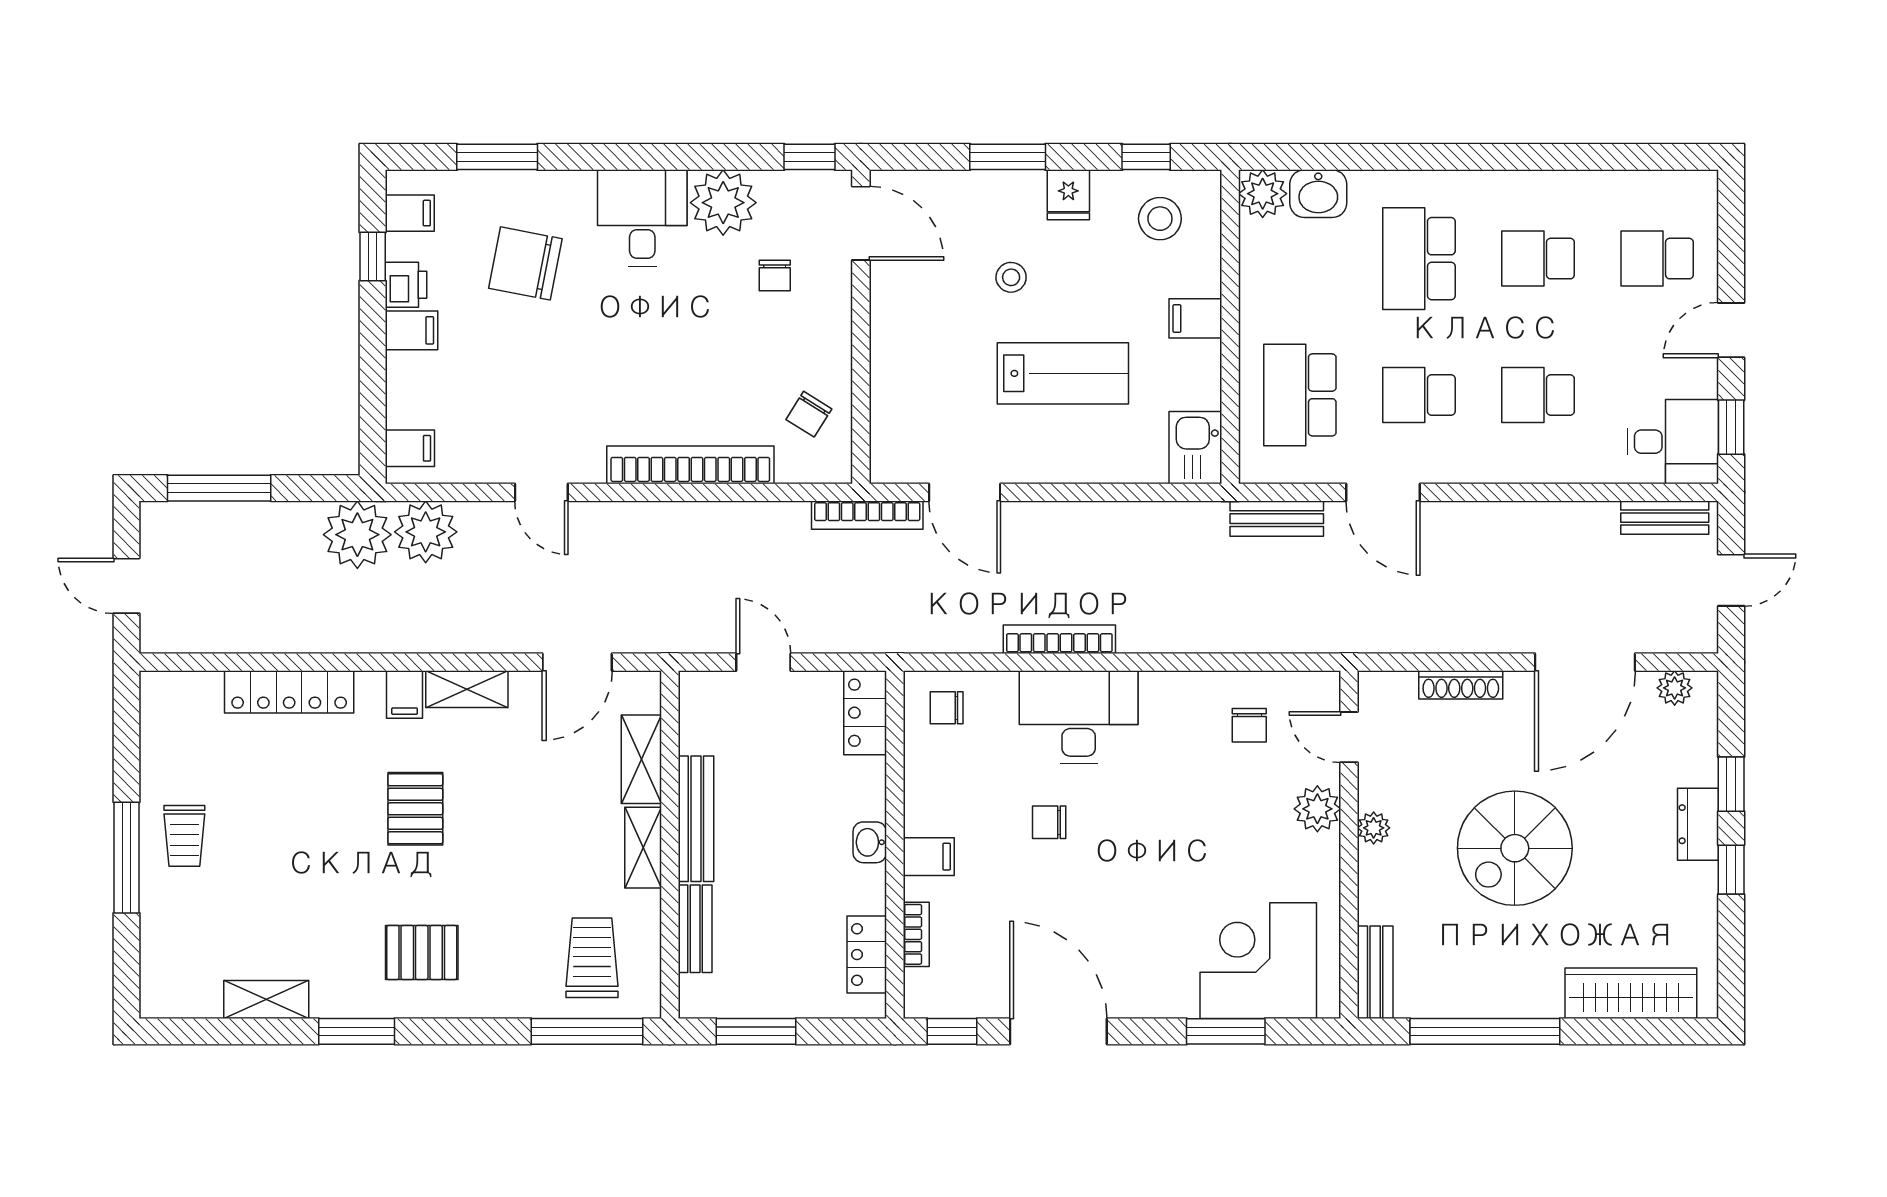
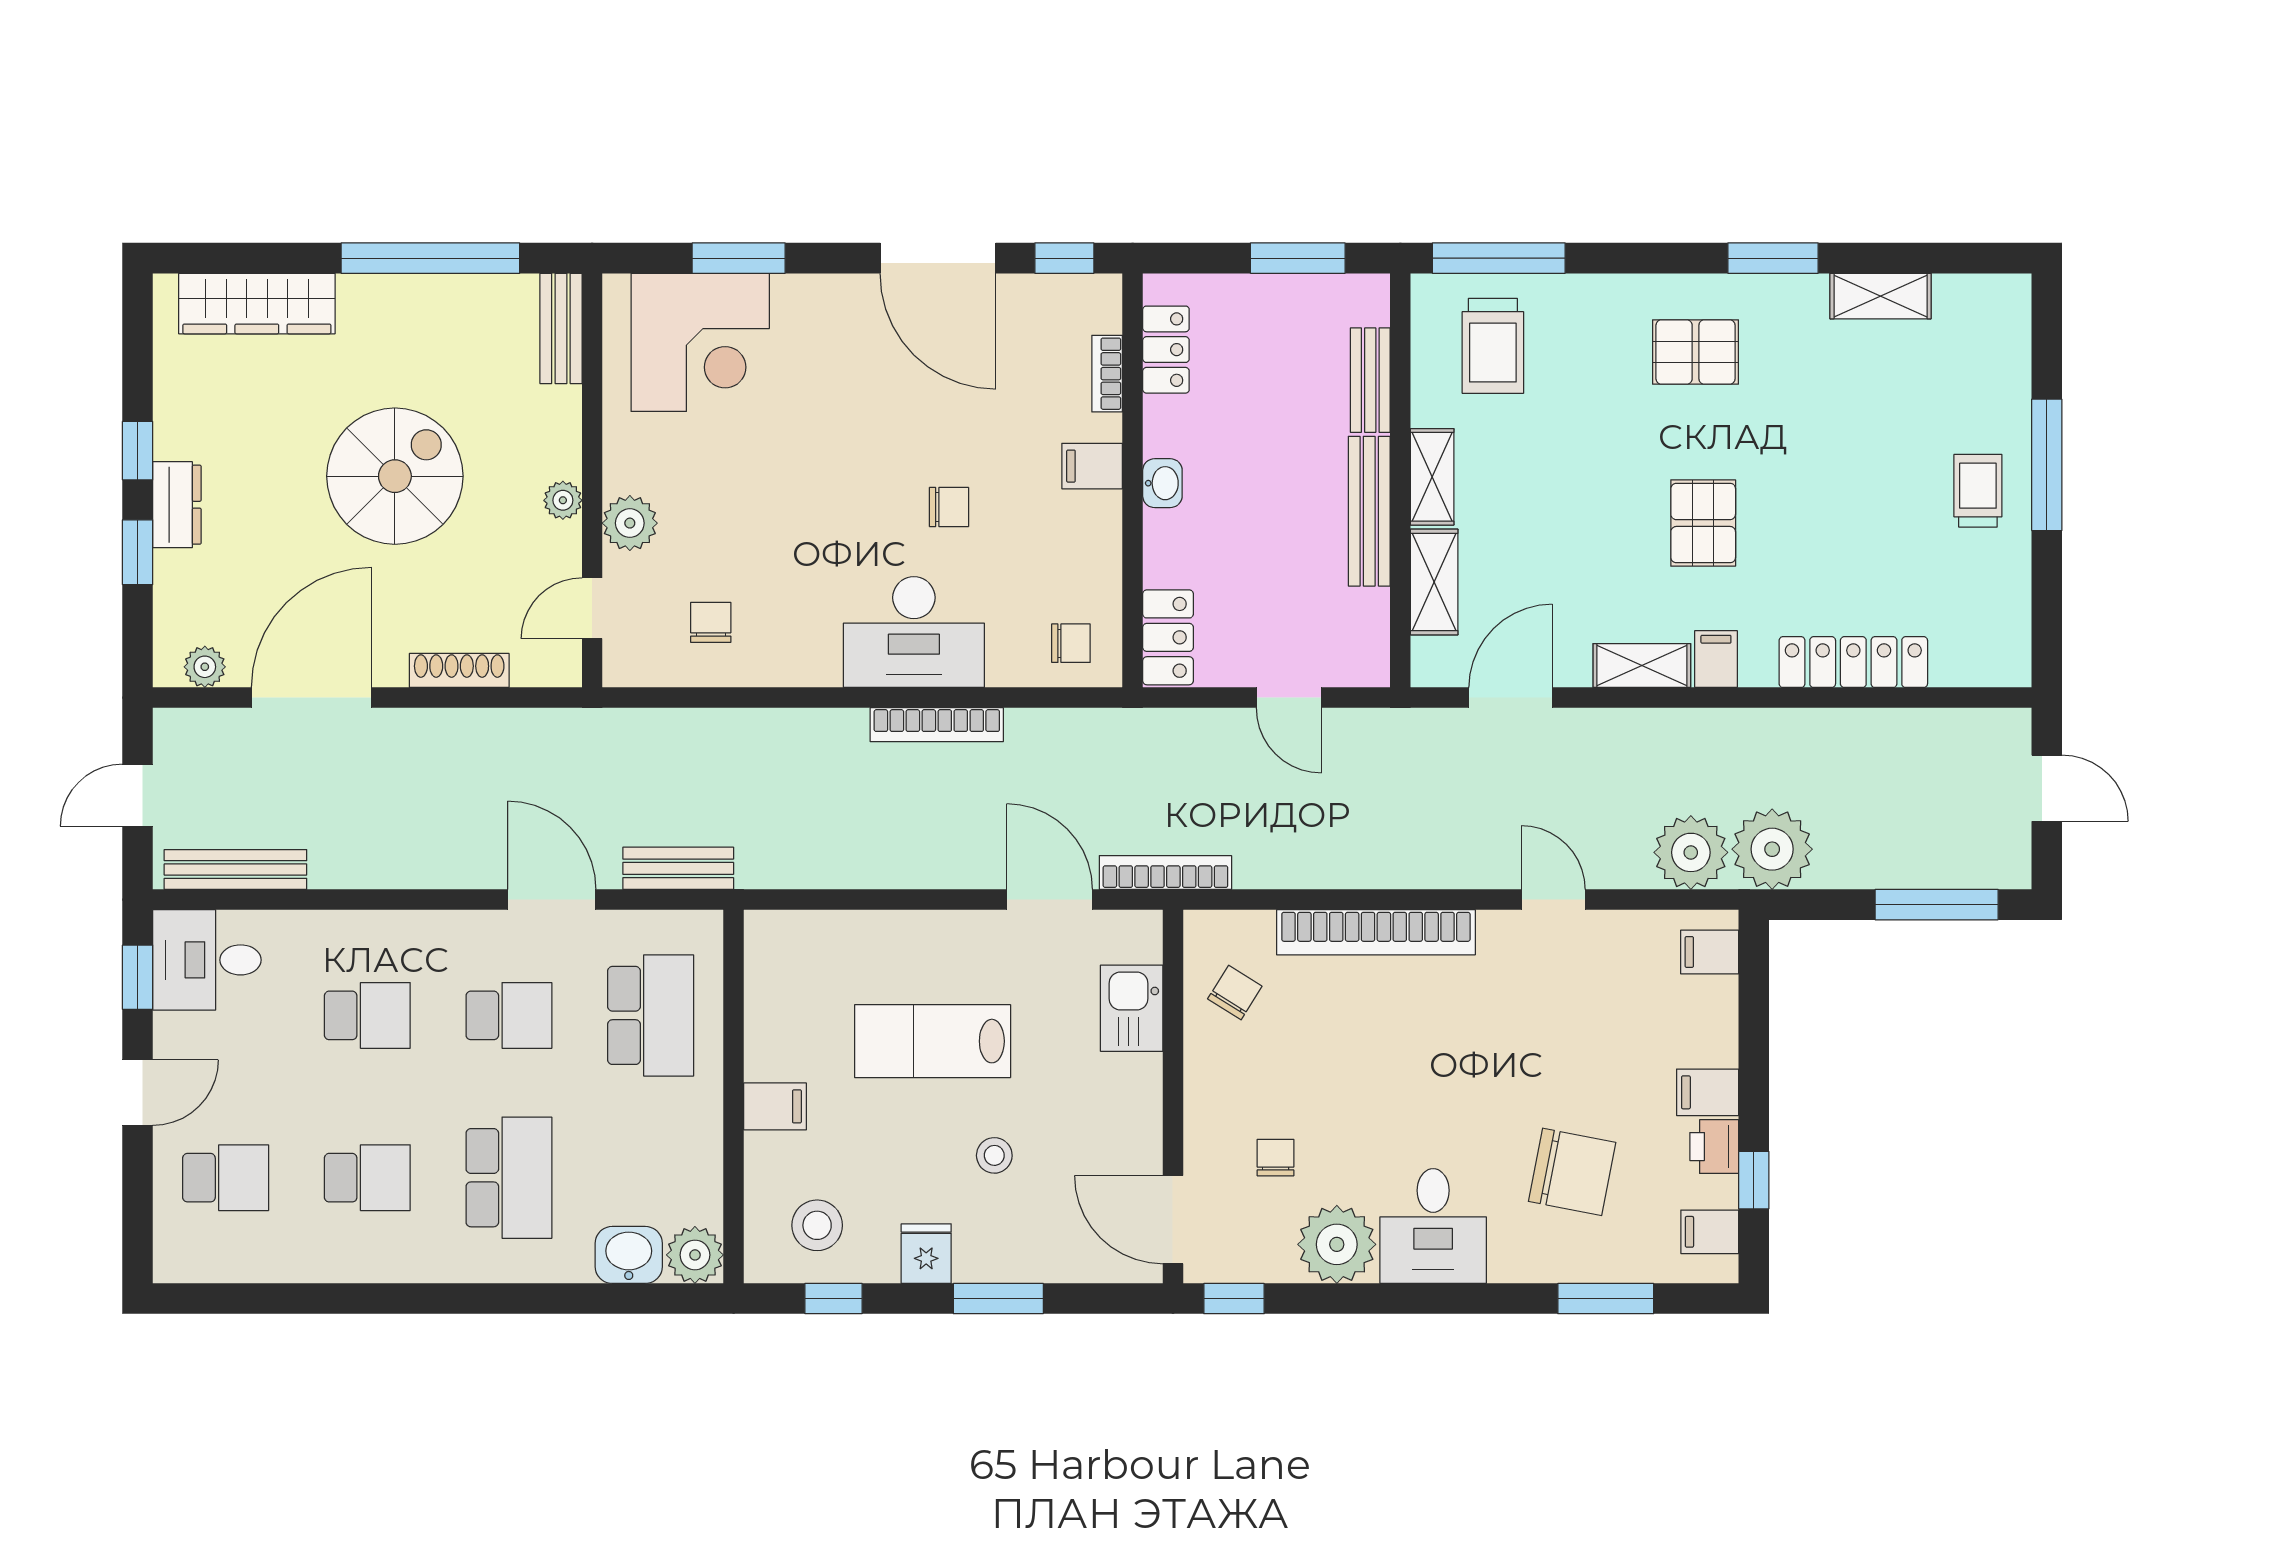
kitchen sink: (1195, 448) -> (1132, 1008), moved, turned 180
bench: (1665, 518) -> (235, 870), width x1.36
door: (1349, 737) -> (592, 608), swing flipped

